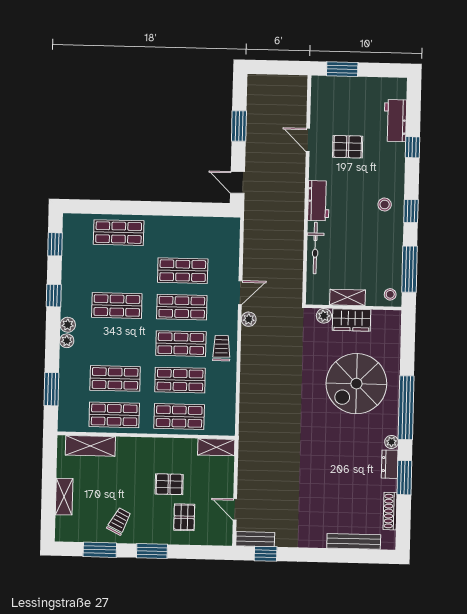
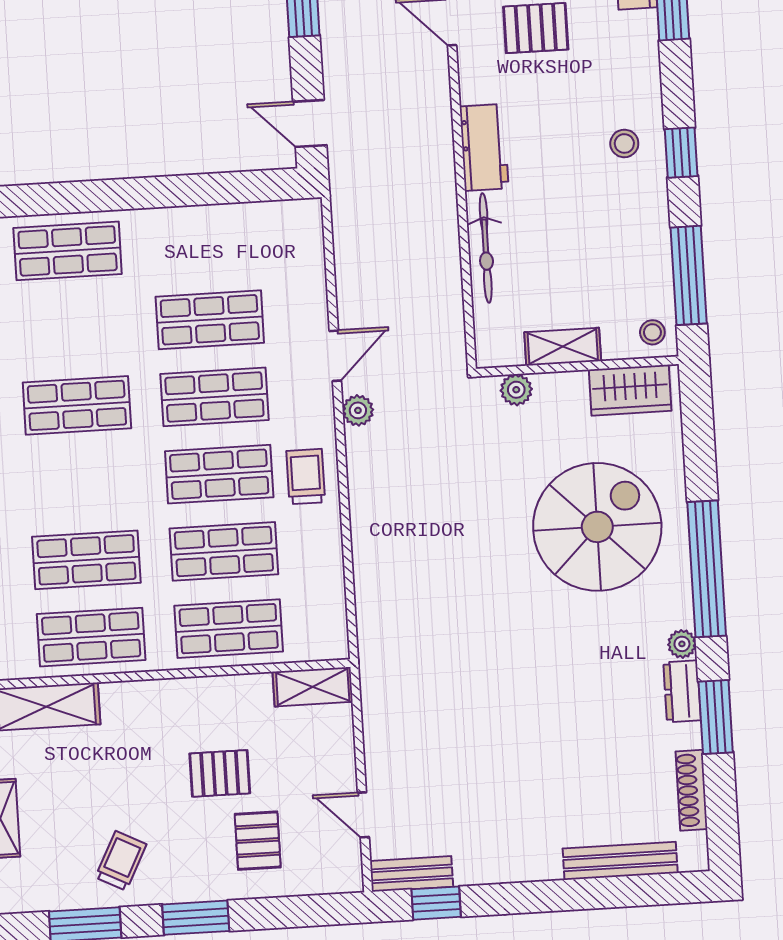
wardrobe: (352, 320) -> (630, 390), moved
spiral stairs: (356, 384) -> (597, 527), turned 180

